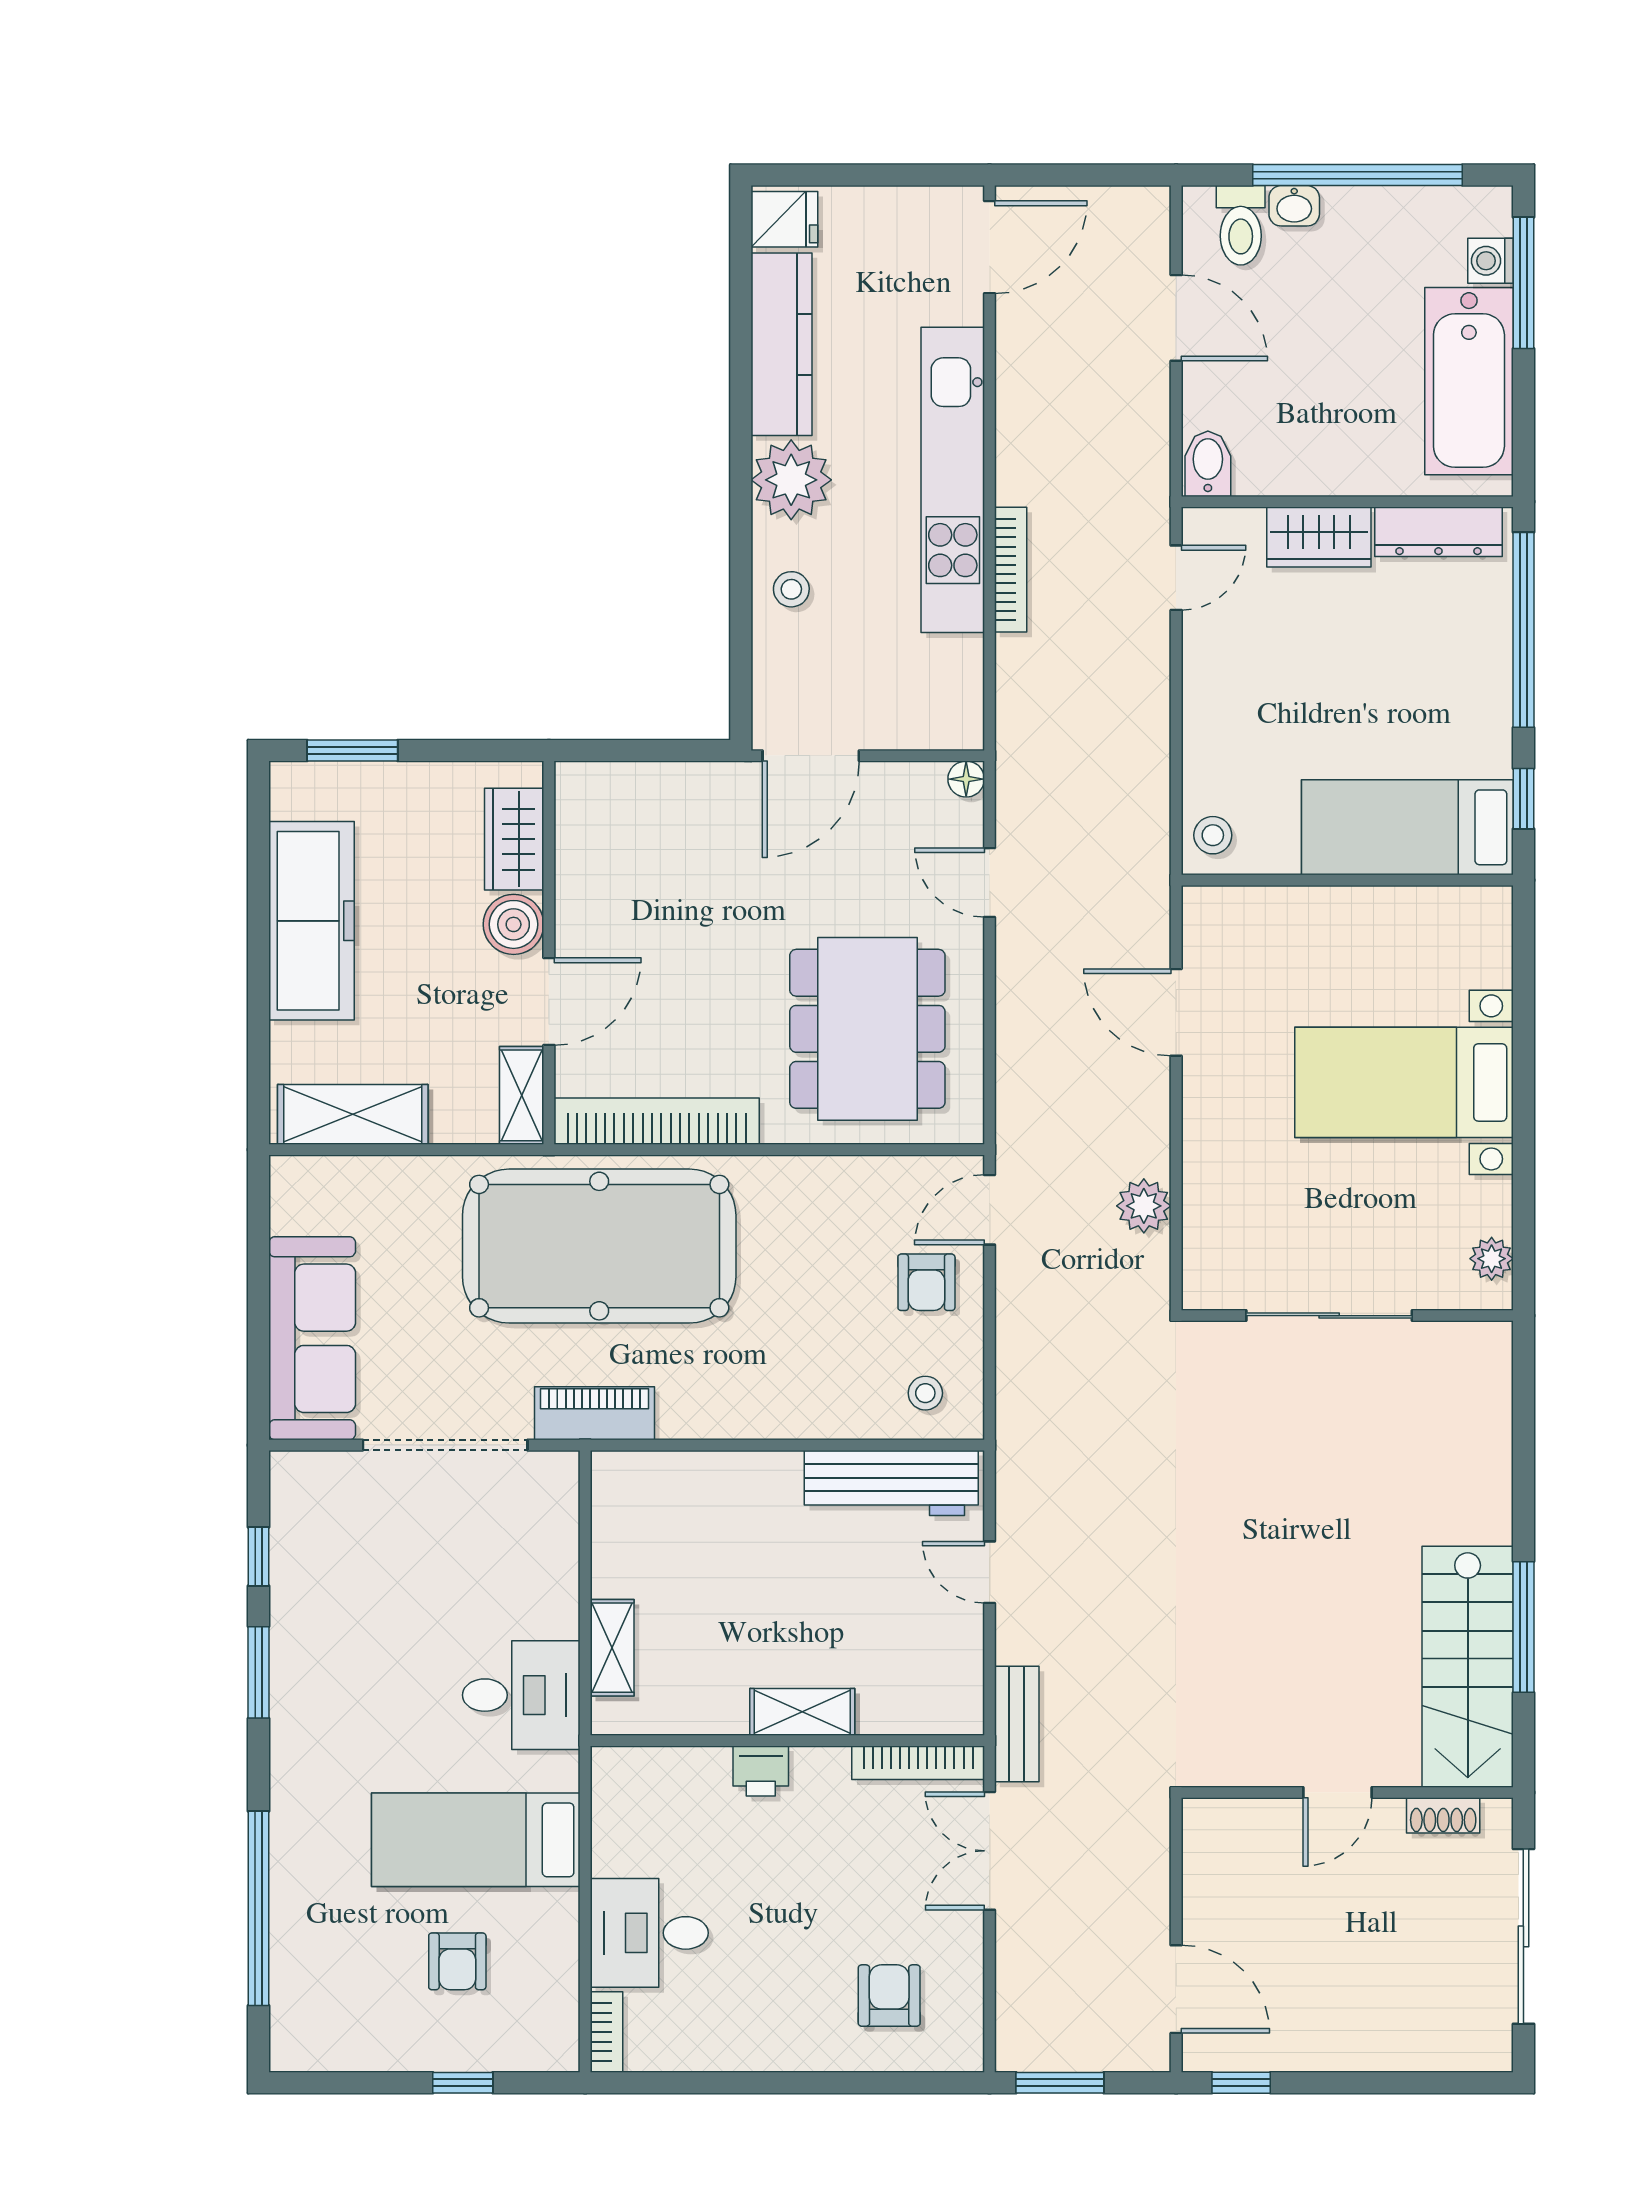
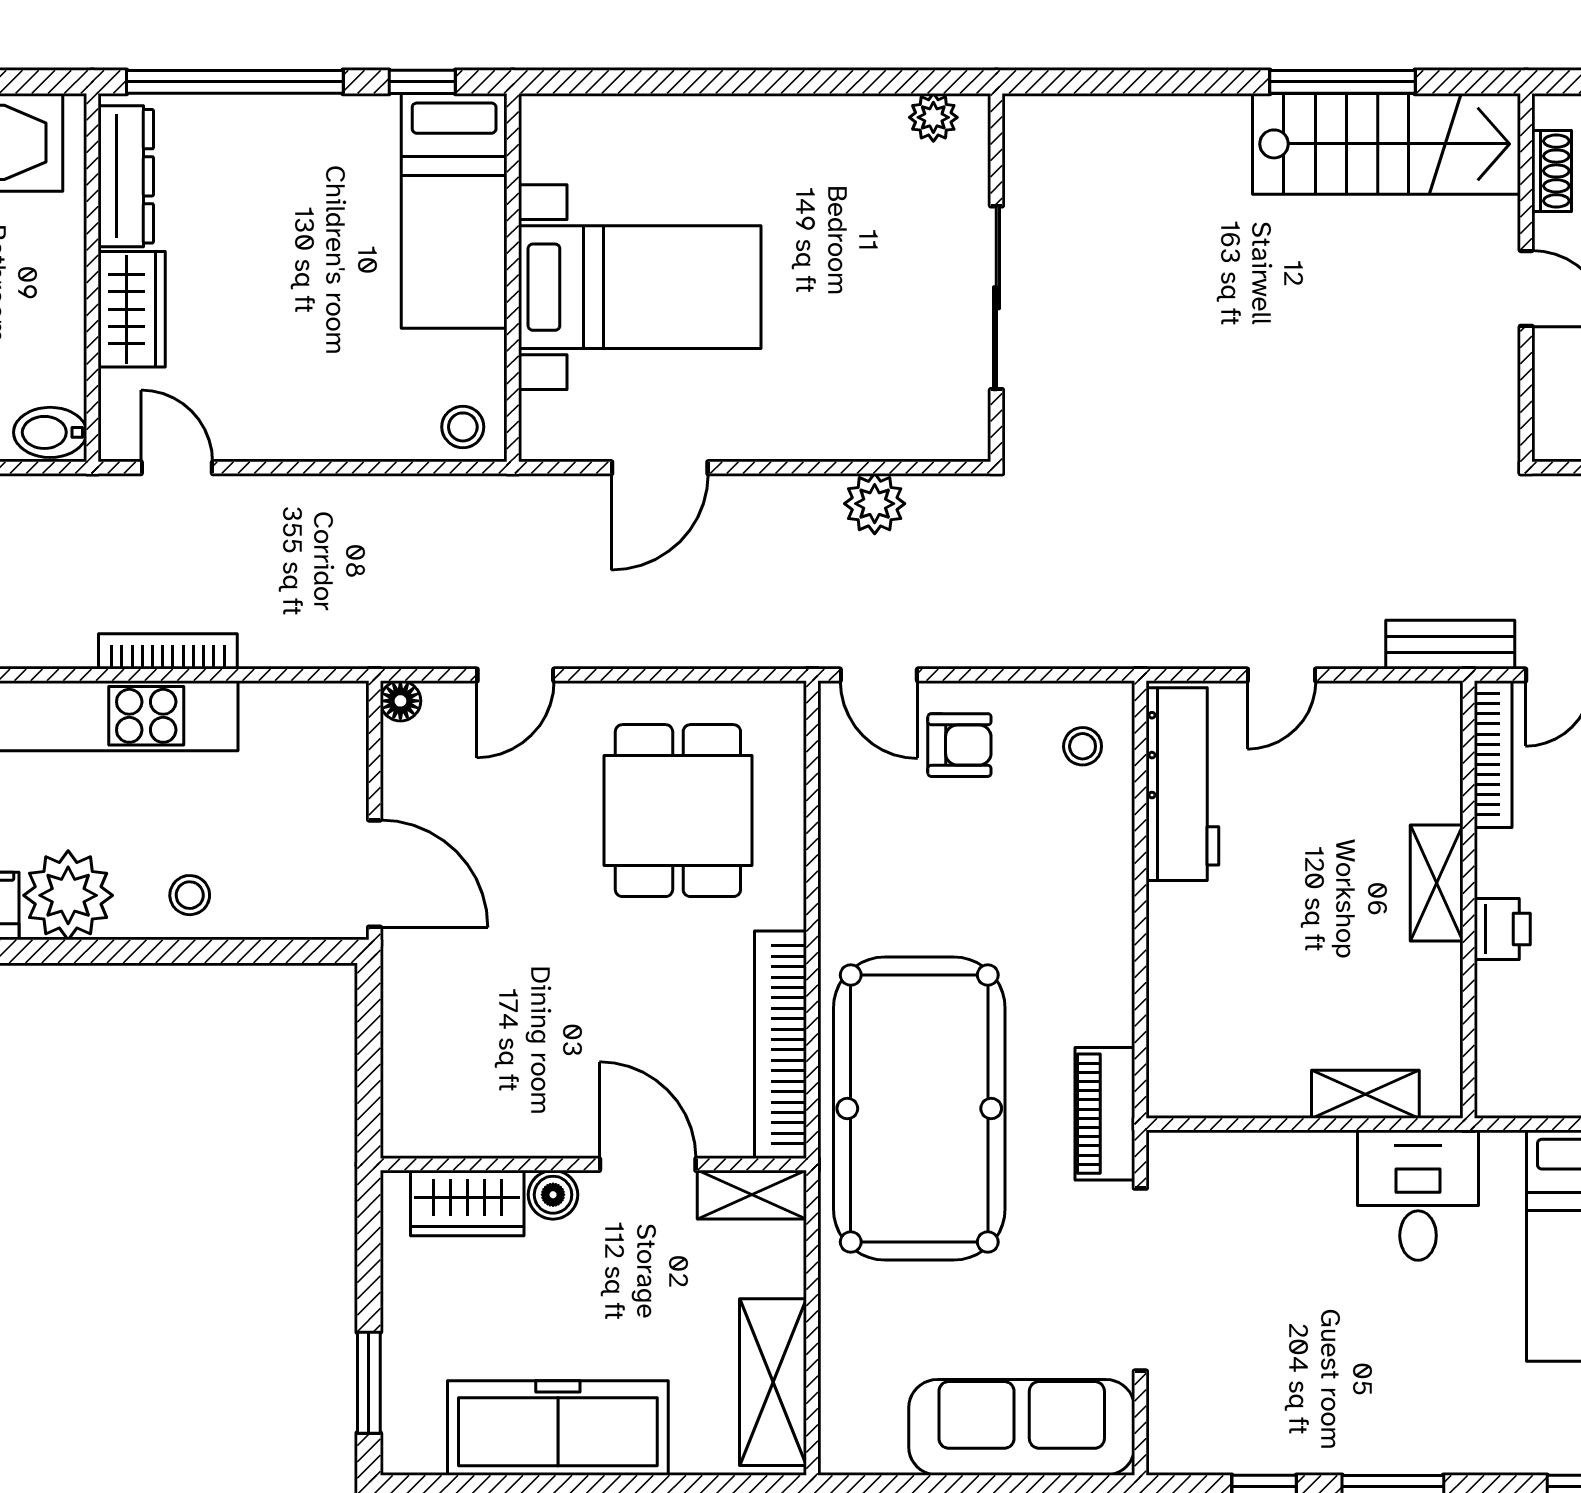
boiler: (514, 924) -> (553, 1195), width x0.73, depth x0.73
dining table: (867, 1029) -> (678, 811), width x0.73
bed with nightstands: (1404, 1082) -> (640, 287), moved, turned -90

